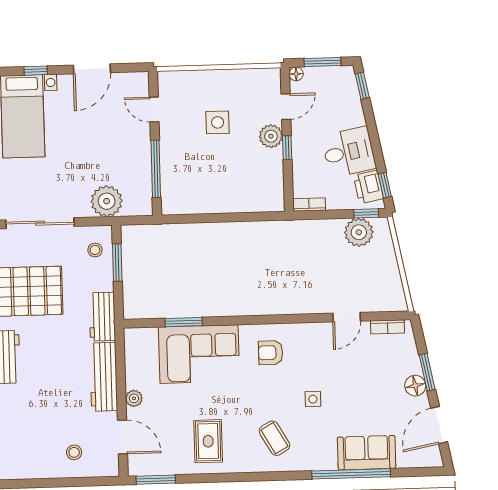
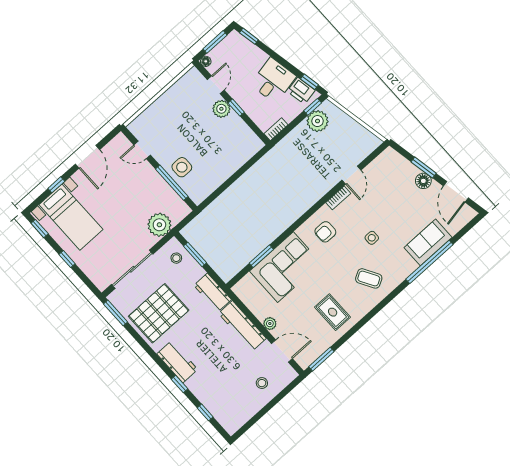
side table: (218, 122) -> (182, 167), moved
bookcase: (388, 327) -> (338, 198), moved

